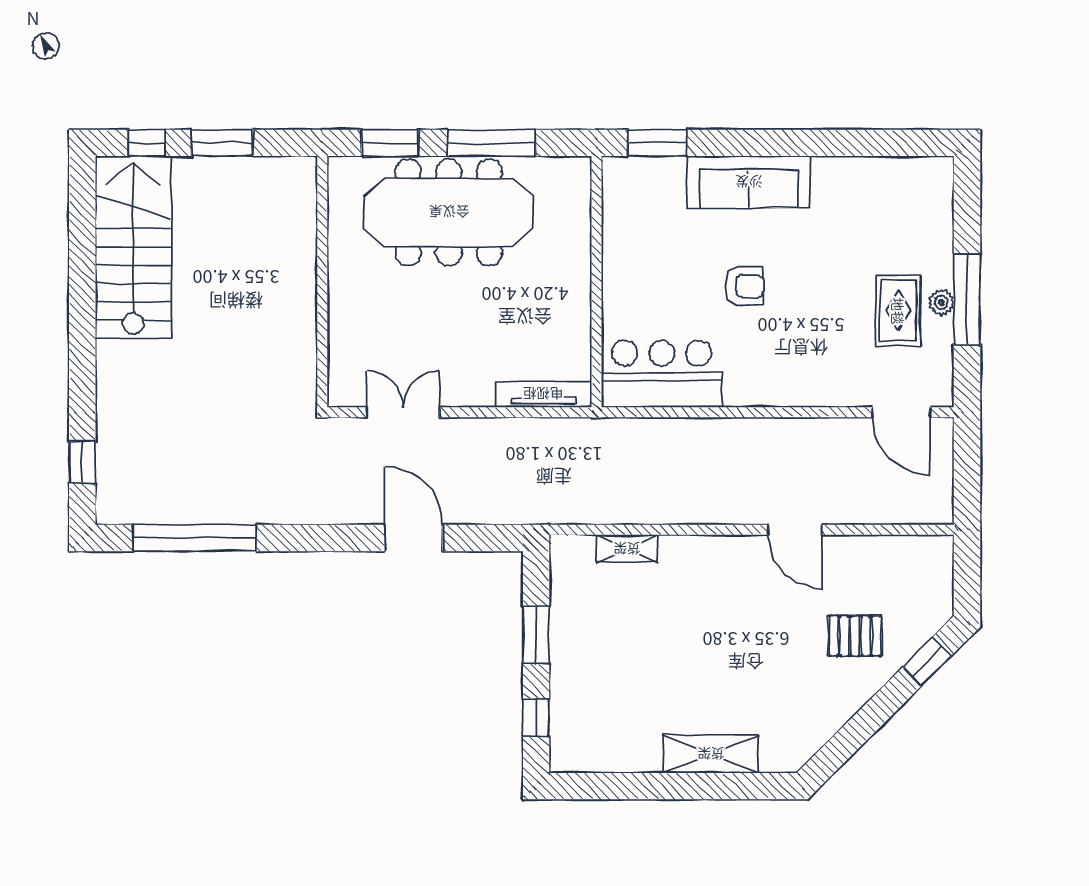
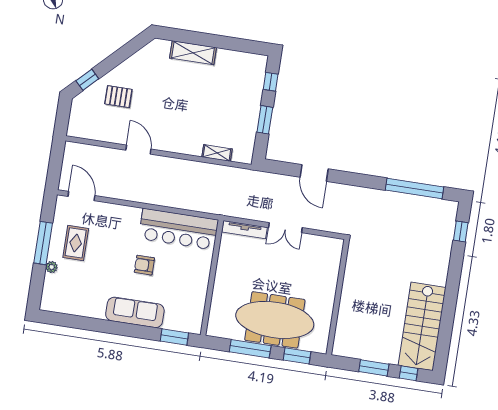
plant: (941, 302) -> (52, 267), moved
bar counter: (662, 374) -> (179, 229), width x1.36
double door: (403, 412) -> (285, 228), moved

